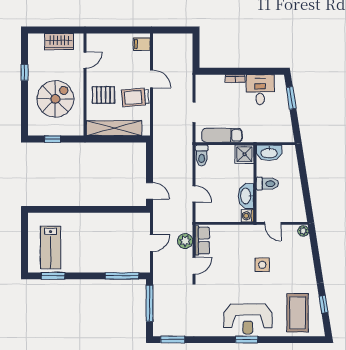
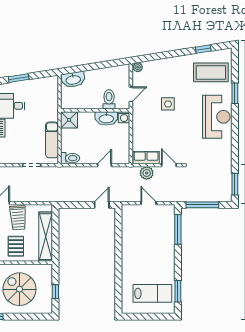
washbasin: (269, 153) -> (73, 80), moved, turned 81
toilet: (267, 184) -> (109, 99), moved
window: (247, 340) -> (235, 93), moved

